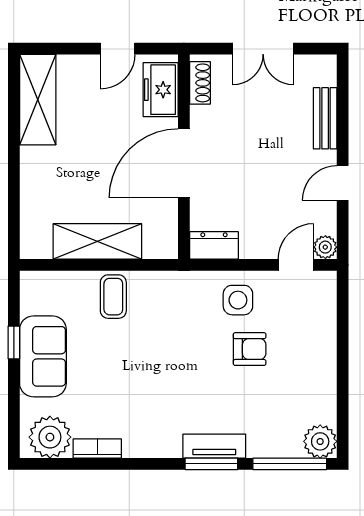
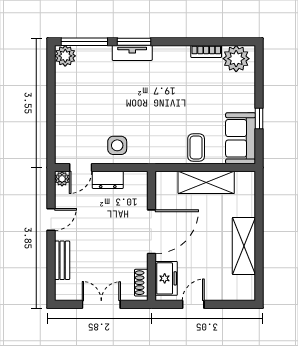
shelving: (38, 100) -> (244, 246), moved
dresser: (214, 245) -> (108, 180), moved
armchair: (250, 349) -> (110, 114), removed
sofa: (43, 356) -> (241, 138), moved

